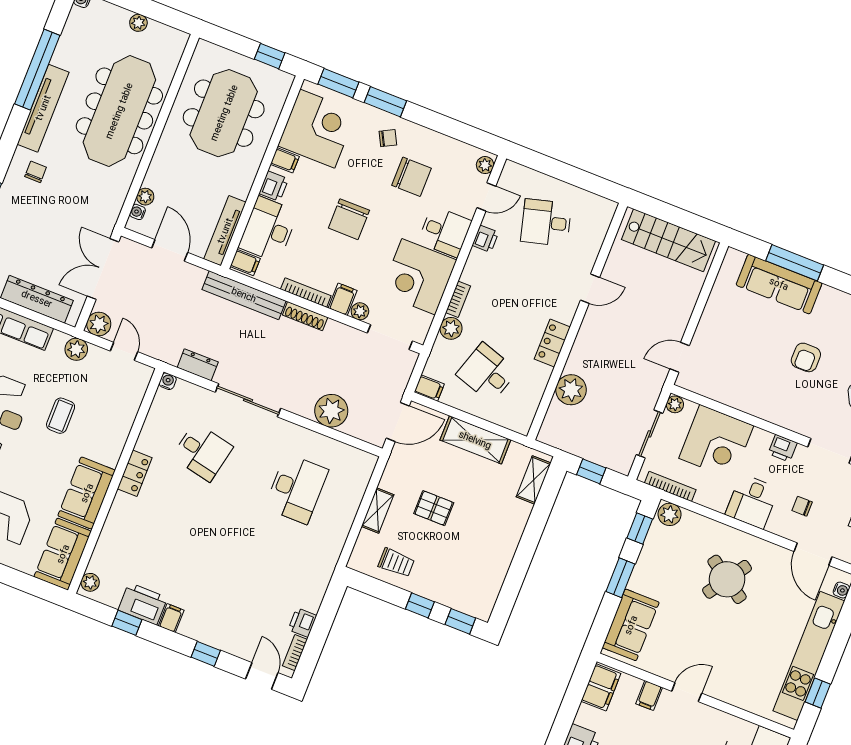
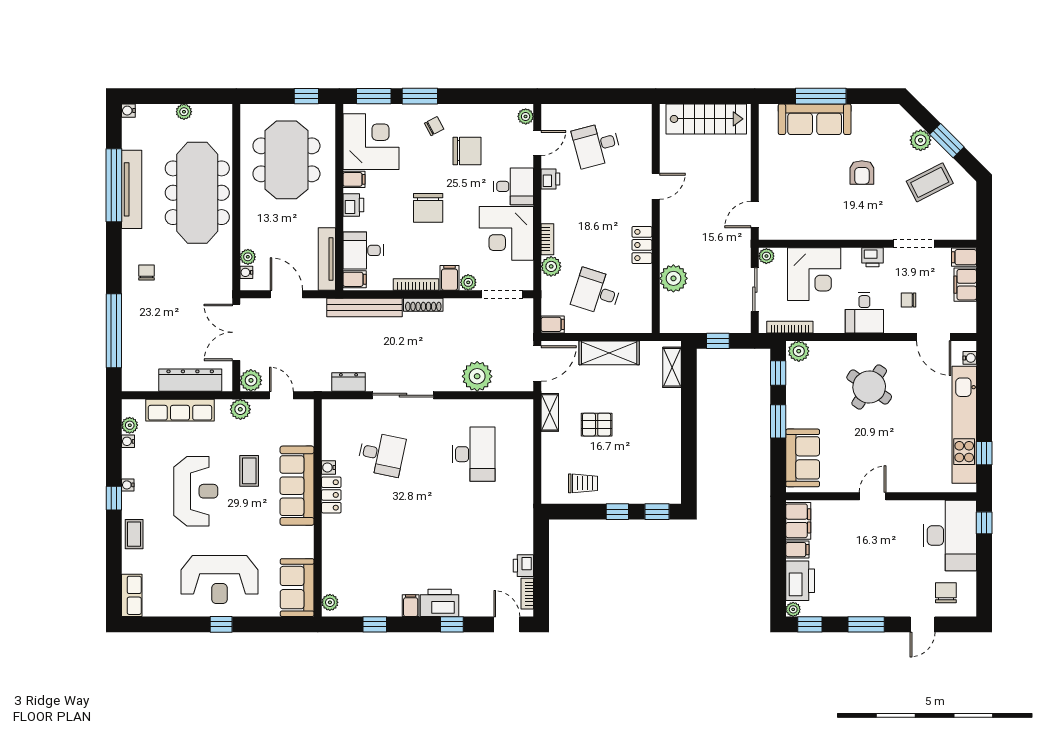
tv unit: (43, 108) -> (132, 189), moved
desk: (268, 229) -> (363, 250), width x0.73
water cooler: (168, 381) -> (328, 467), moved, turned -90
sofa: (87, 493) -> (297, 486), moved, width x1.36
shelving: (378, 511) -> (550, 412), moved
printer: (143, 604) -> (440, 603), moved
filing cabinet: (649, 695) -> (797, 550), moved, turned -90

